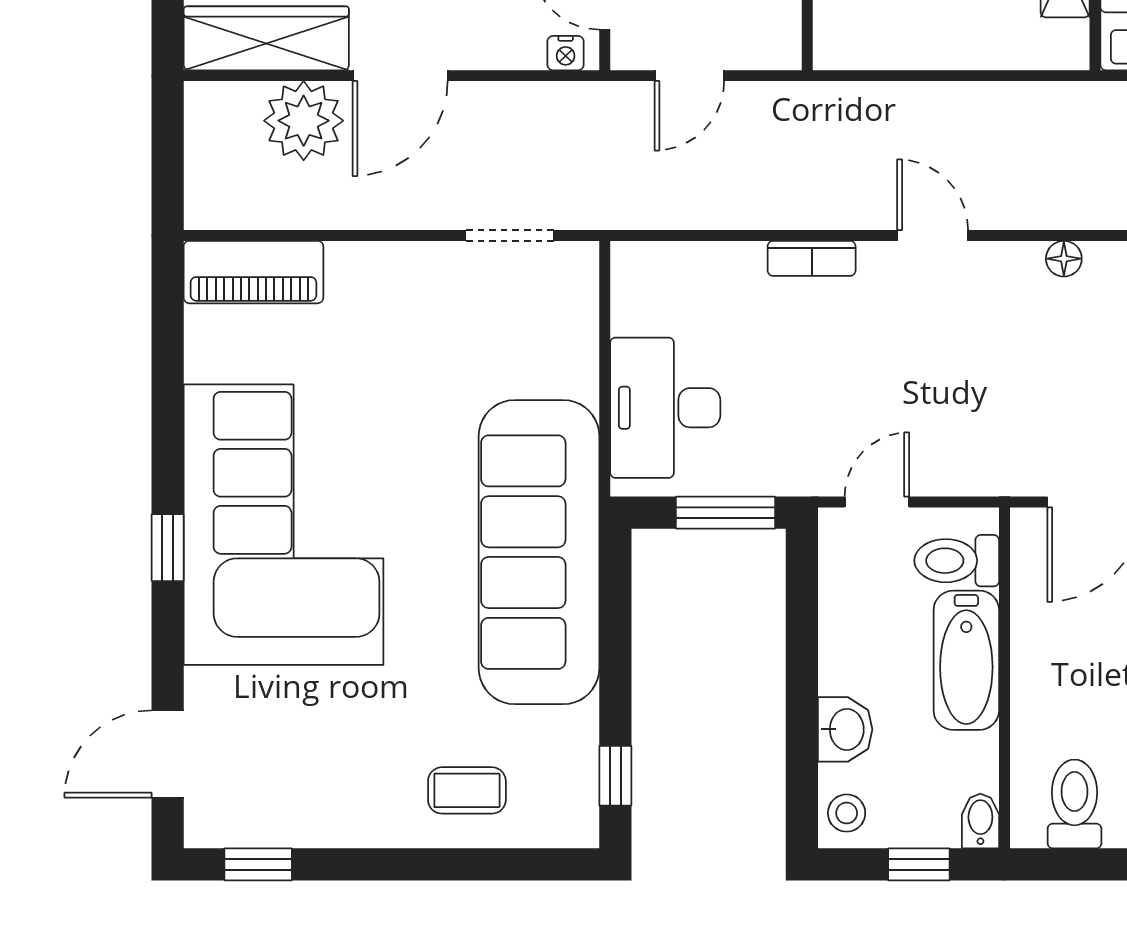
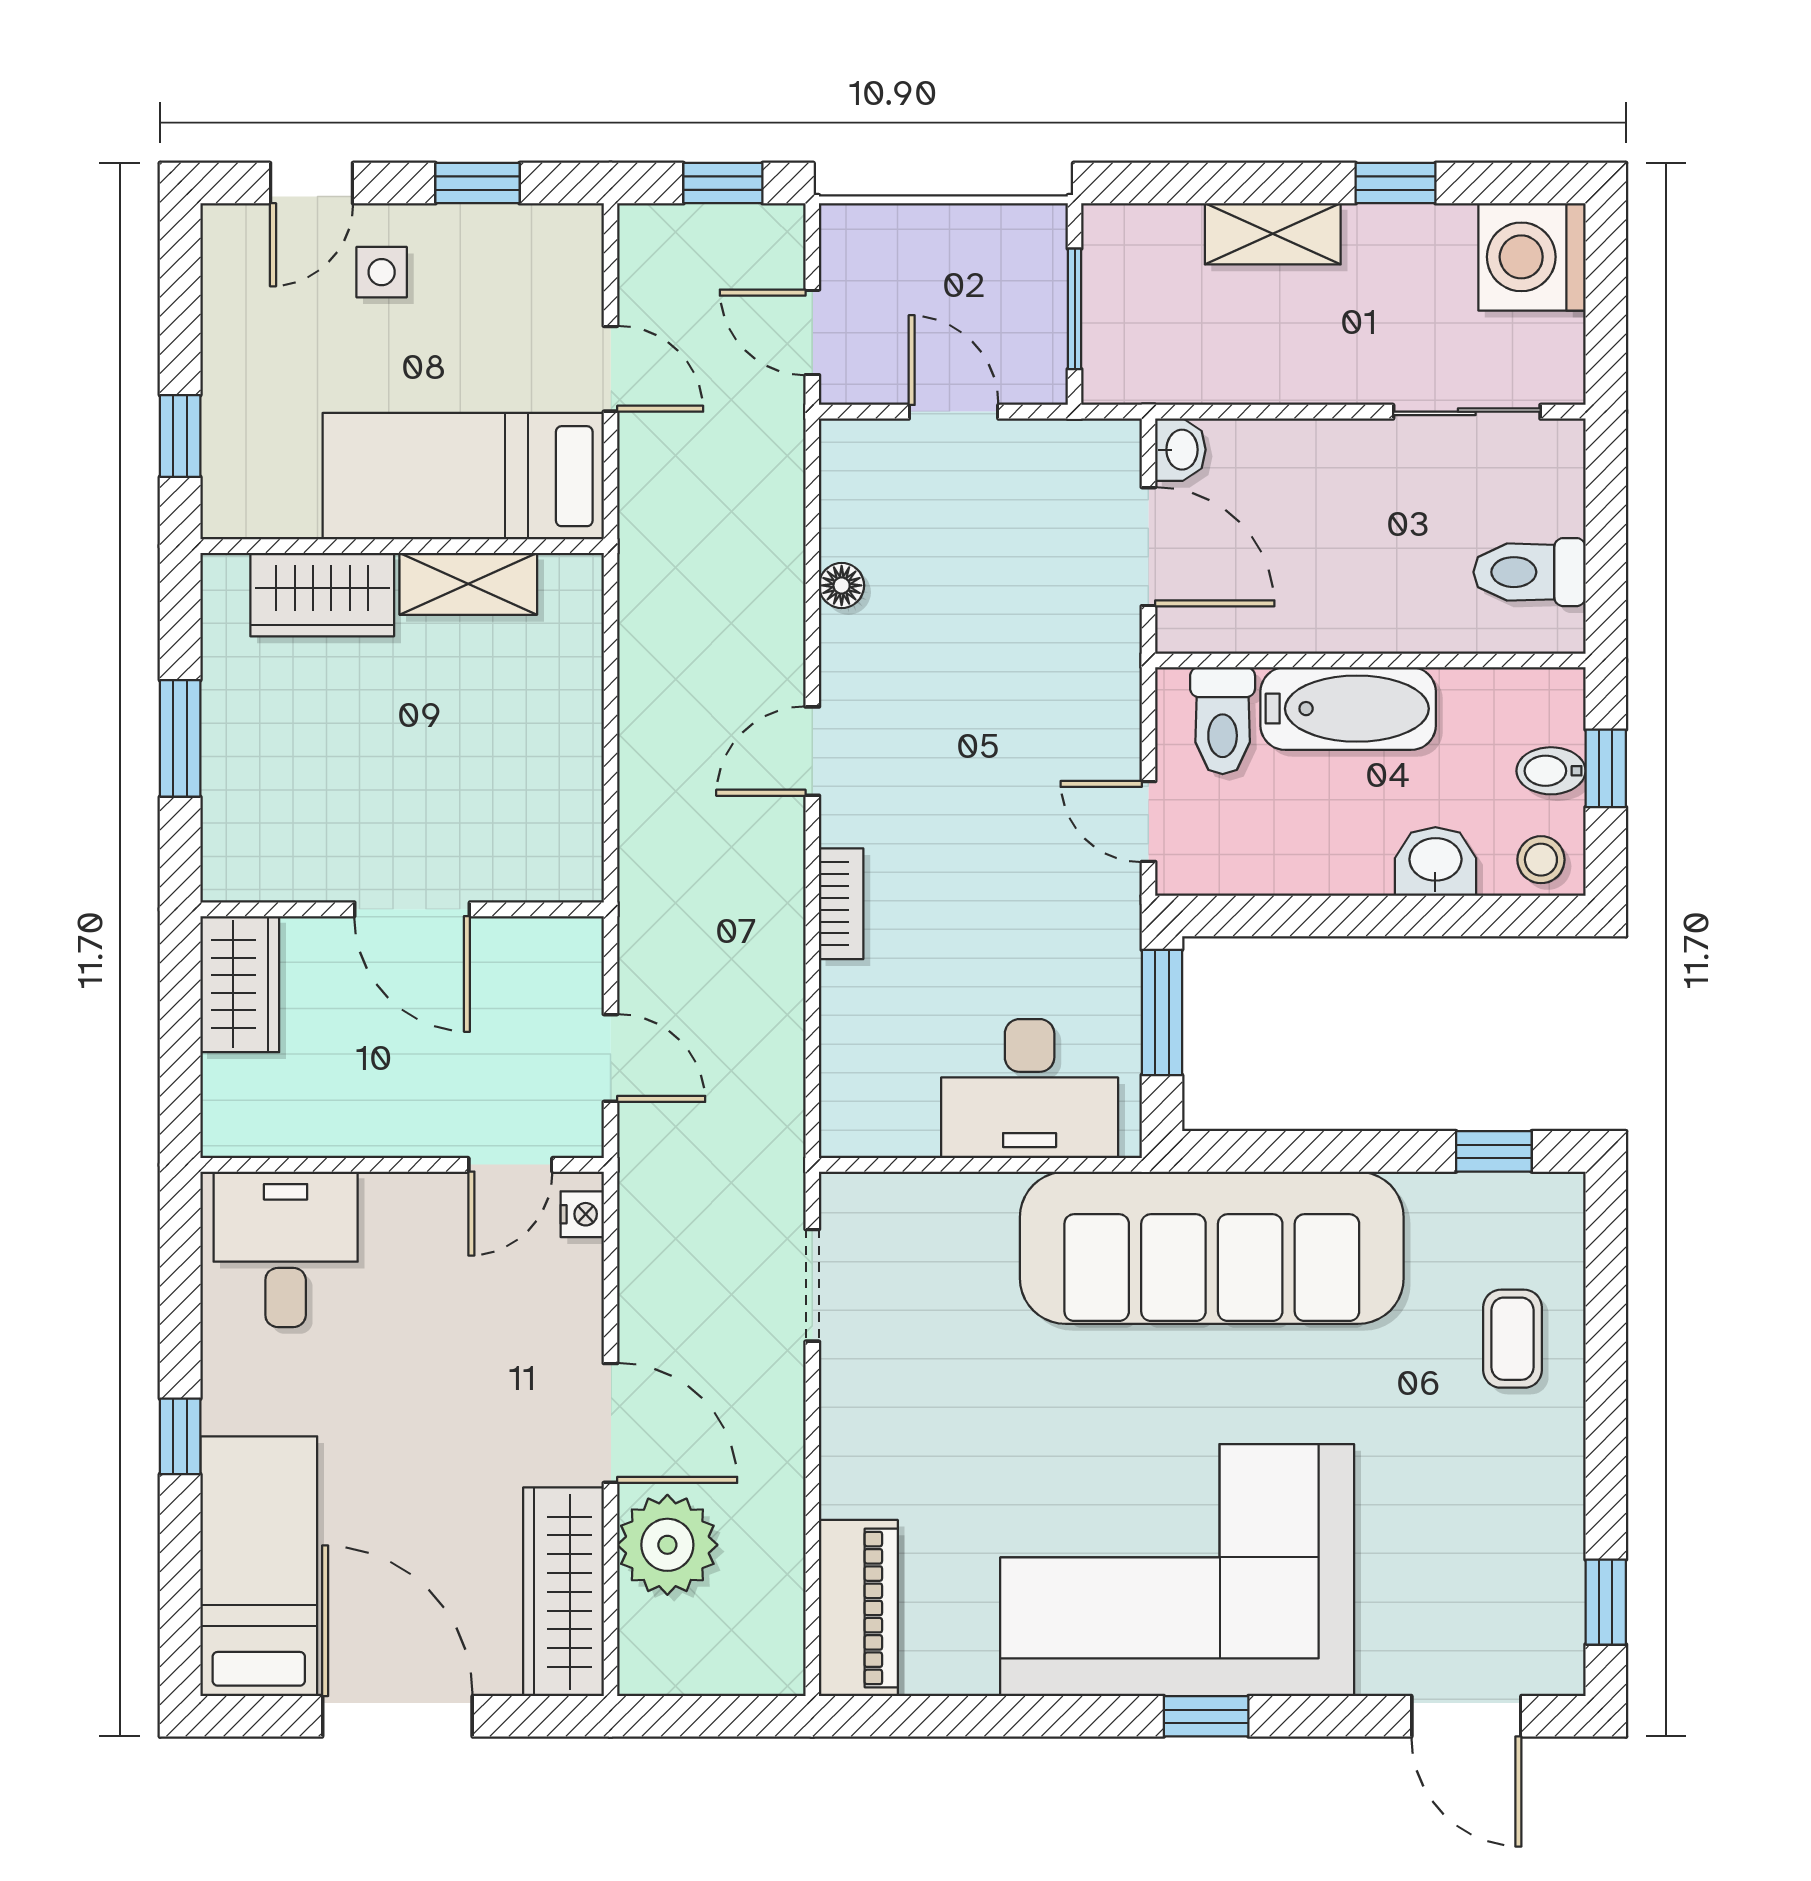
bidet: (980, 821) -> (1551, 771), moved

